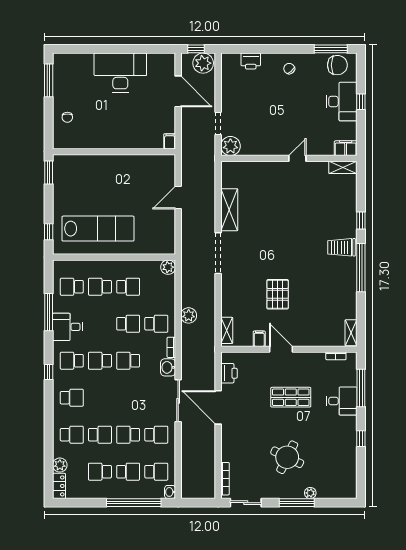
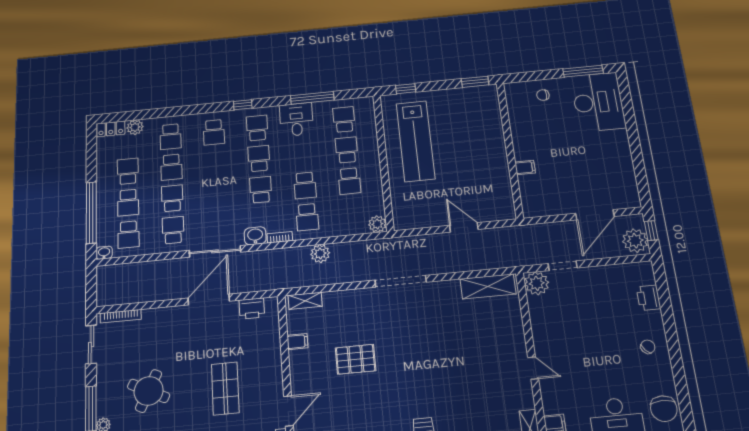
window: (331, 49) -> (683, 398), removed
desk: (120, 73) -> (598, 102), moved
filing cabinet: (170, 141) -> (525, 167), moved
shelving: (229, 210) -> (488, 286), moved
door: (281, 349) -> (288, 411), moved
school desk: (156, 435) -> (173, 230), turned 180

